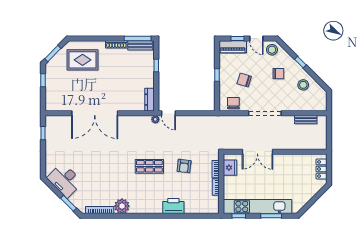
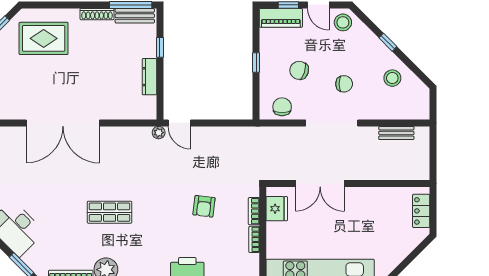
chair: (278, 74) -> (344, 84), moved
dresser: (149, 100) -> (149, 77), moved
shop shelf: (149, 166) -> (109, 212), moved

